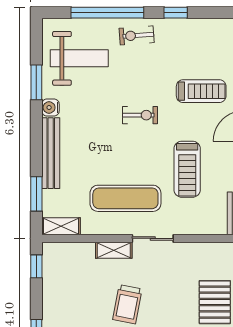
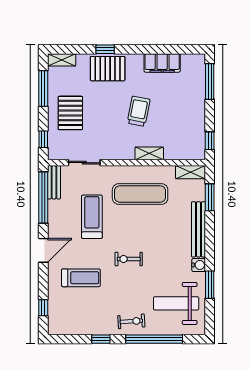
treadmill: (201, 91) -> (81, 278), turned 180
sliding door: (153, 238) -> (84, 163), moved

